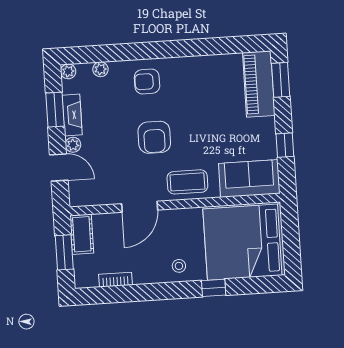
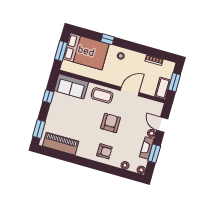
piano: (259, 84) -> (61, 144), moved, turned -90
window: (291, 236) -> (61, 51), added
bed: (244, 242) -> (86, 52), width x0.73

